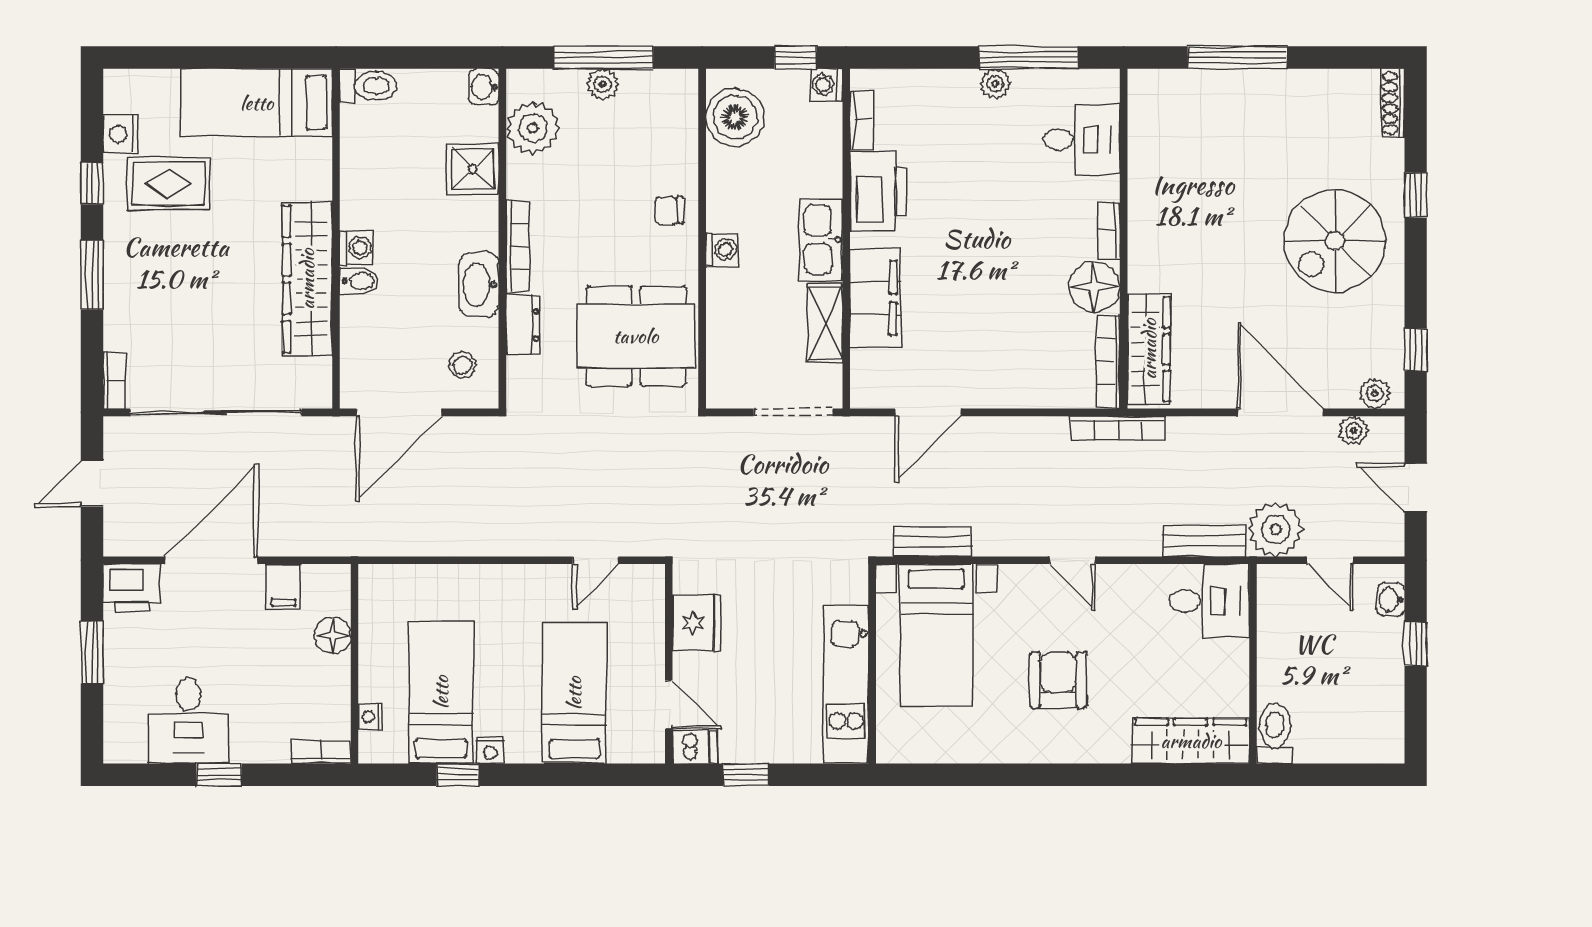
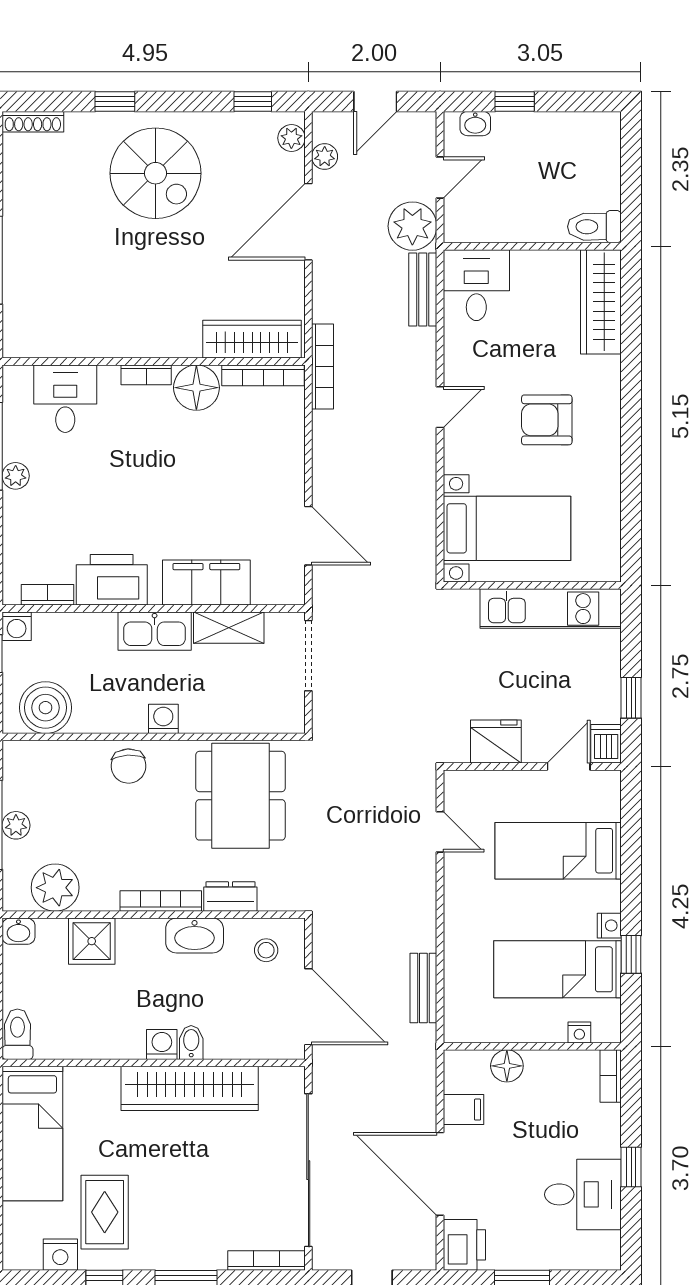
chair: (669, 210) -> (128, 766), width x1.37, depth x1.37
bookcase: (114, 381) -> (266, 1260), width x1.56
bench: (932, 542) -> (423, 988), moved

